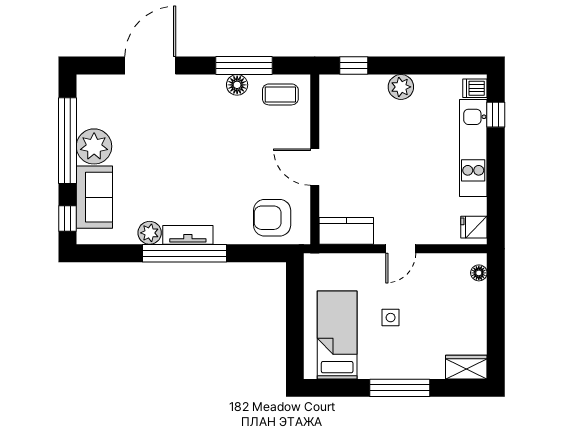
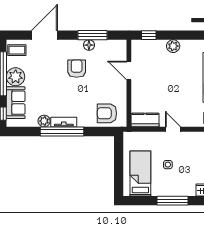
coffee table: (280, 94) -> (17, 50), moved
armchair: (213, 131) -> (77, 69), added
door: (315, 167) -> (129, 71), moved
door: (401, 249) -> (173, 129), swing flipped

